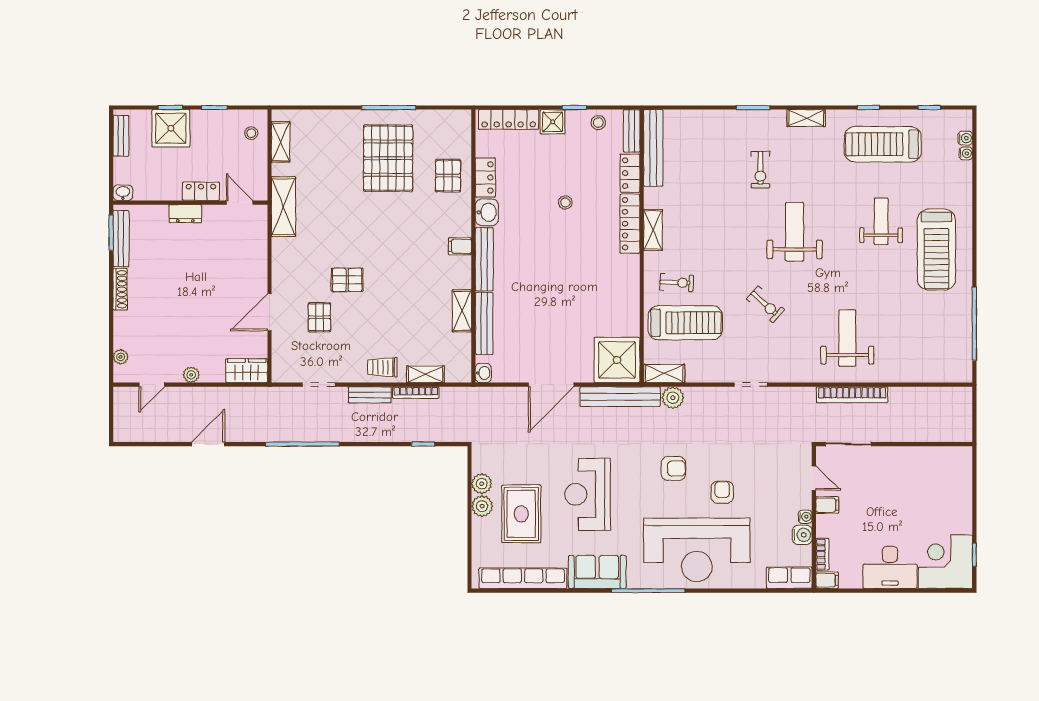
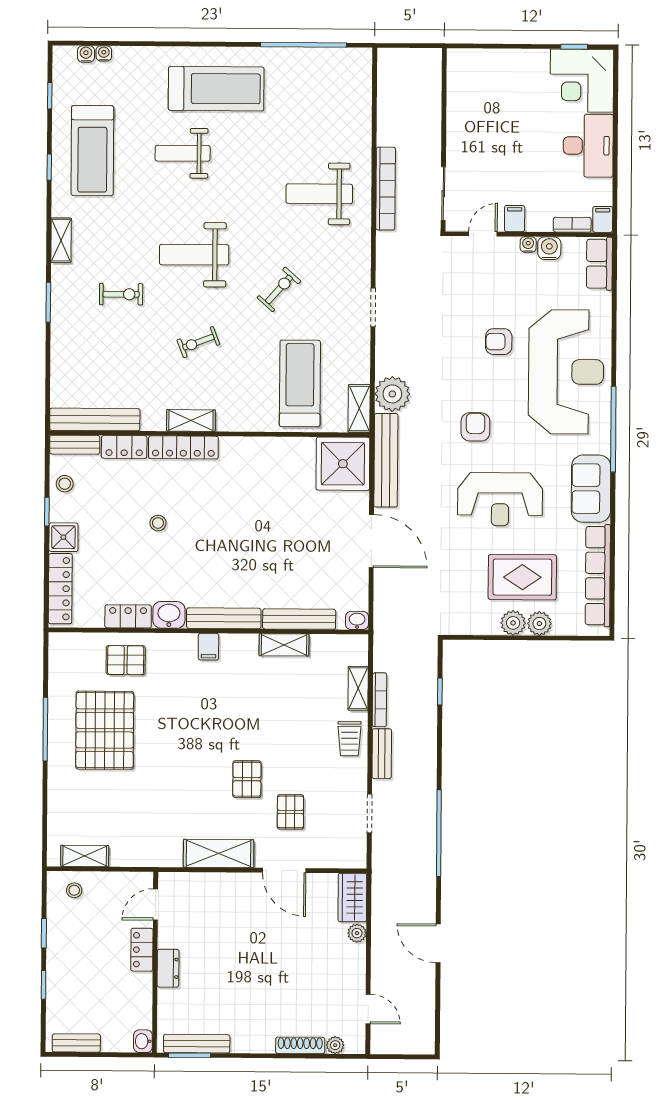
shower: (171, 128) -> (68, 984), removed
pallet: (388, 158) -> (105, 730), turned 90
shelving: (283, 207) -> (219, 854), moved
exercise bike: (677, 283) -> (198, 342), moved, turned -114
shoe rack: (120, 289) -> (300, 1045), moved
pallet: (319, 317) -> (290, 812), turned 90
plant: (191, 375) -> (357, 933), moved
plant: (673, 398) -> (392, 394), width x1.36, depth x1.36
armchair: (673, 468) -> (475, 427), moved
plant: (482, 484) -> (539, 624), moved

